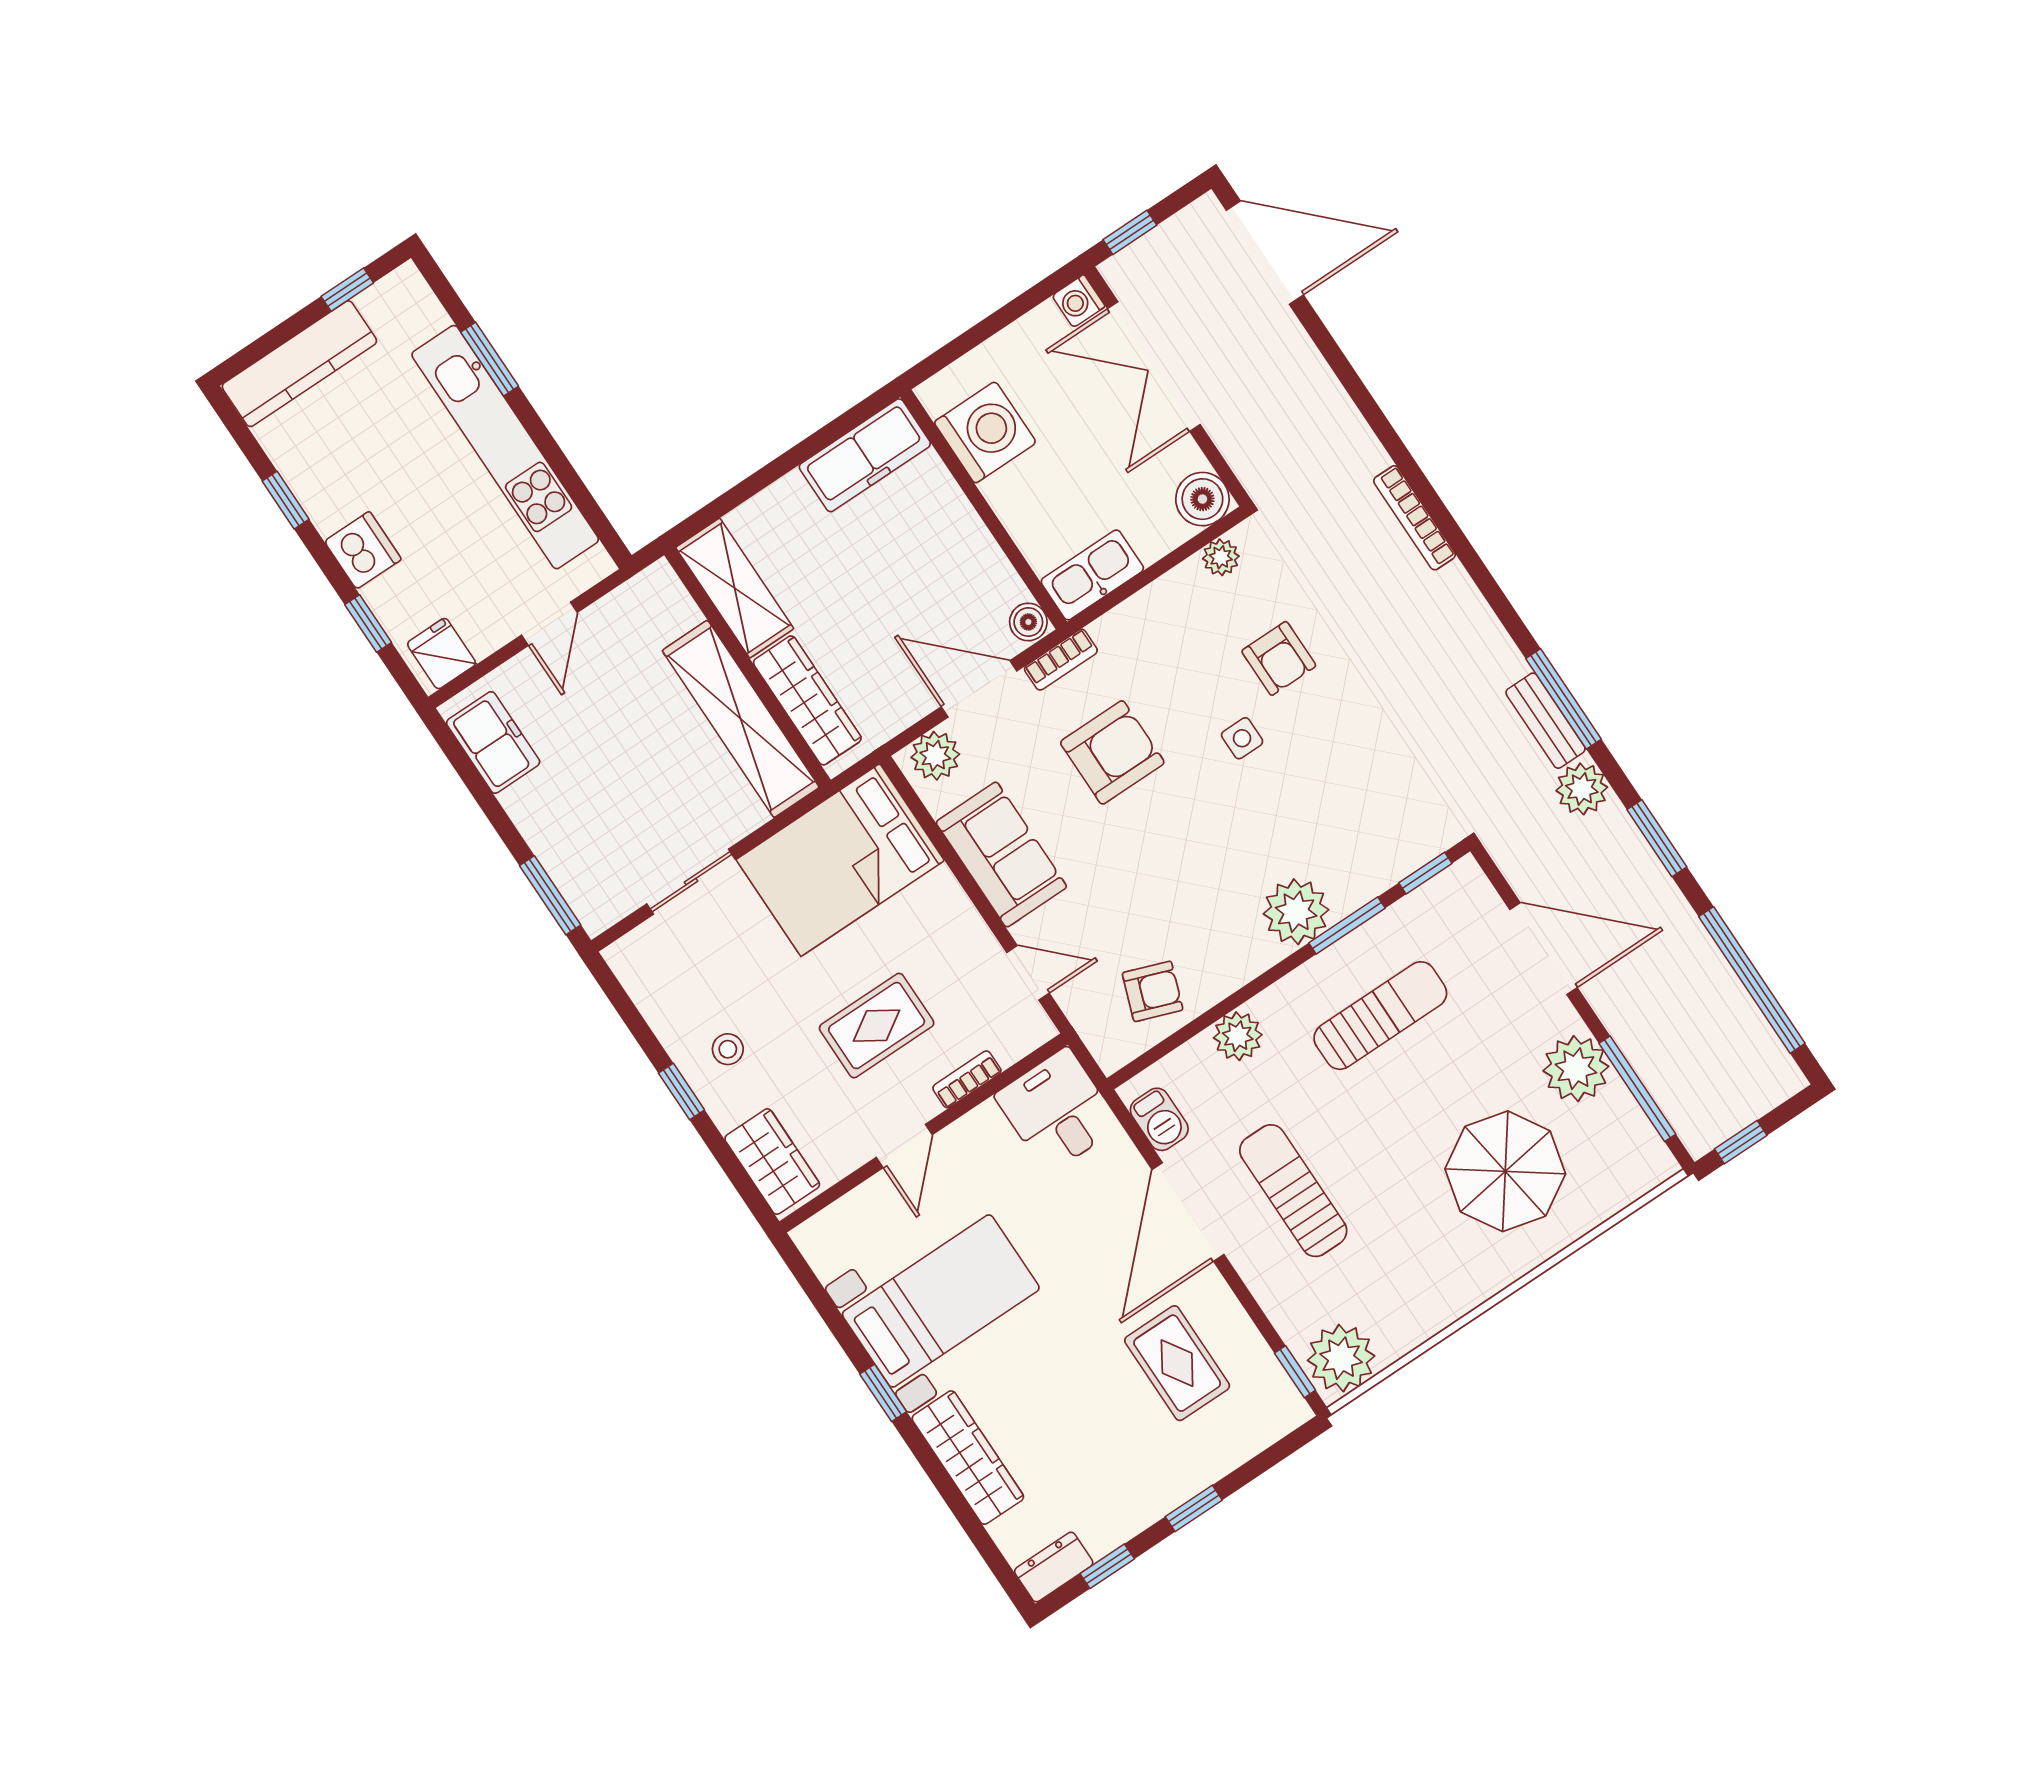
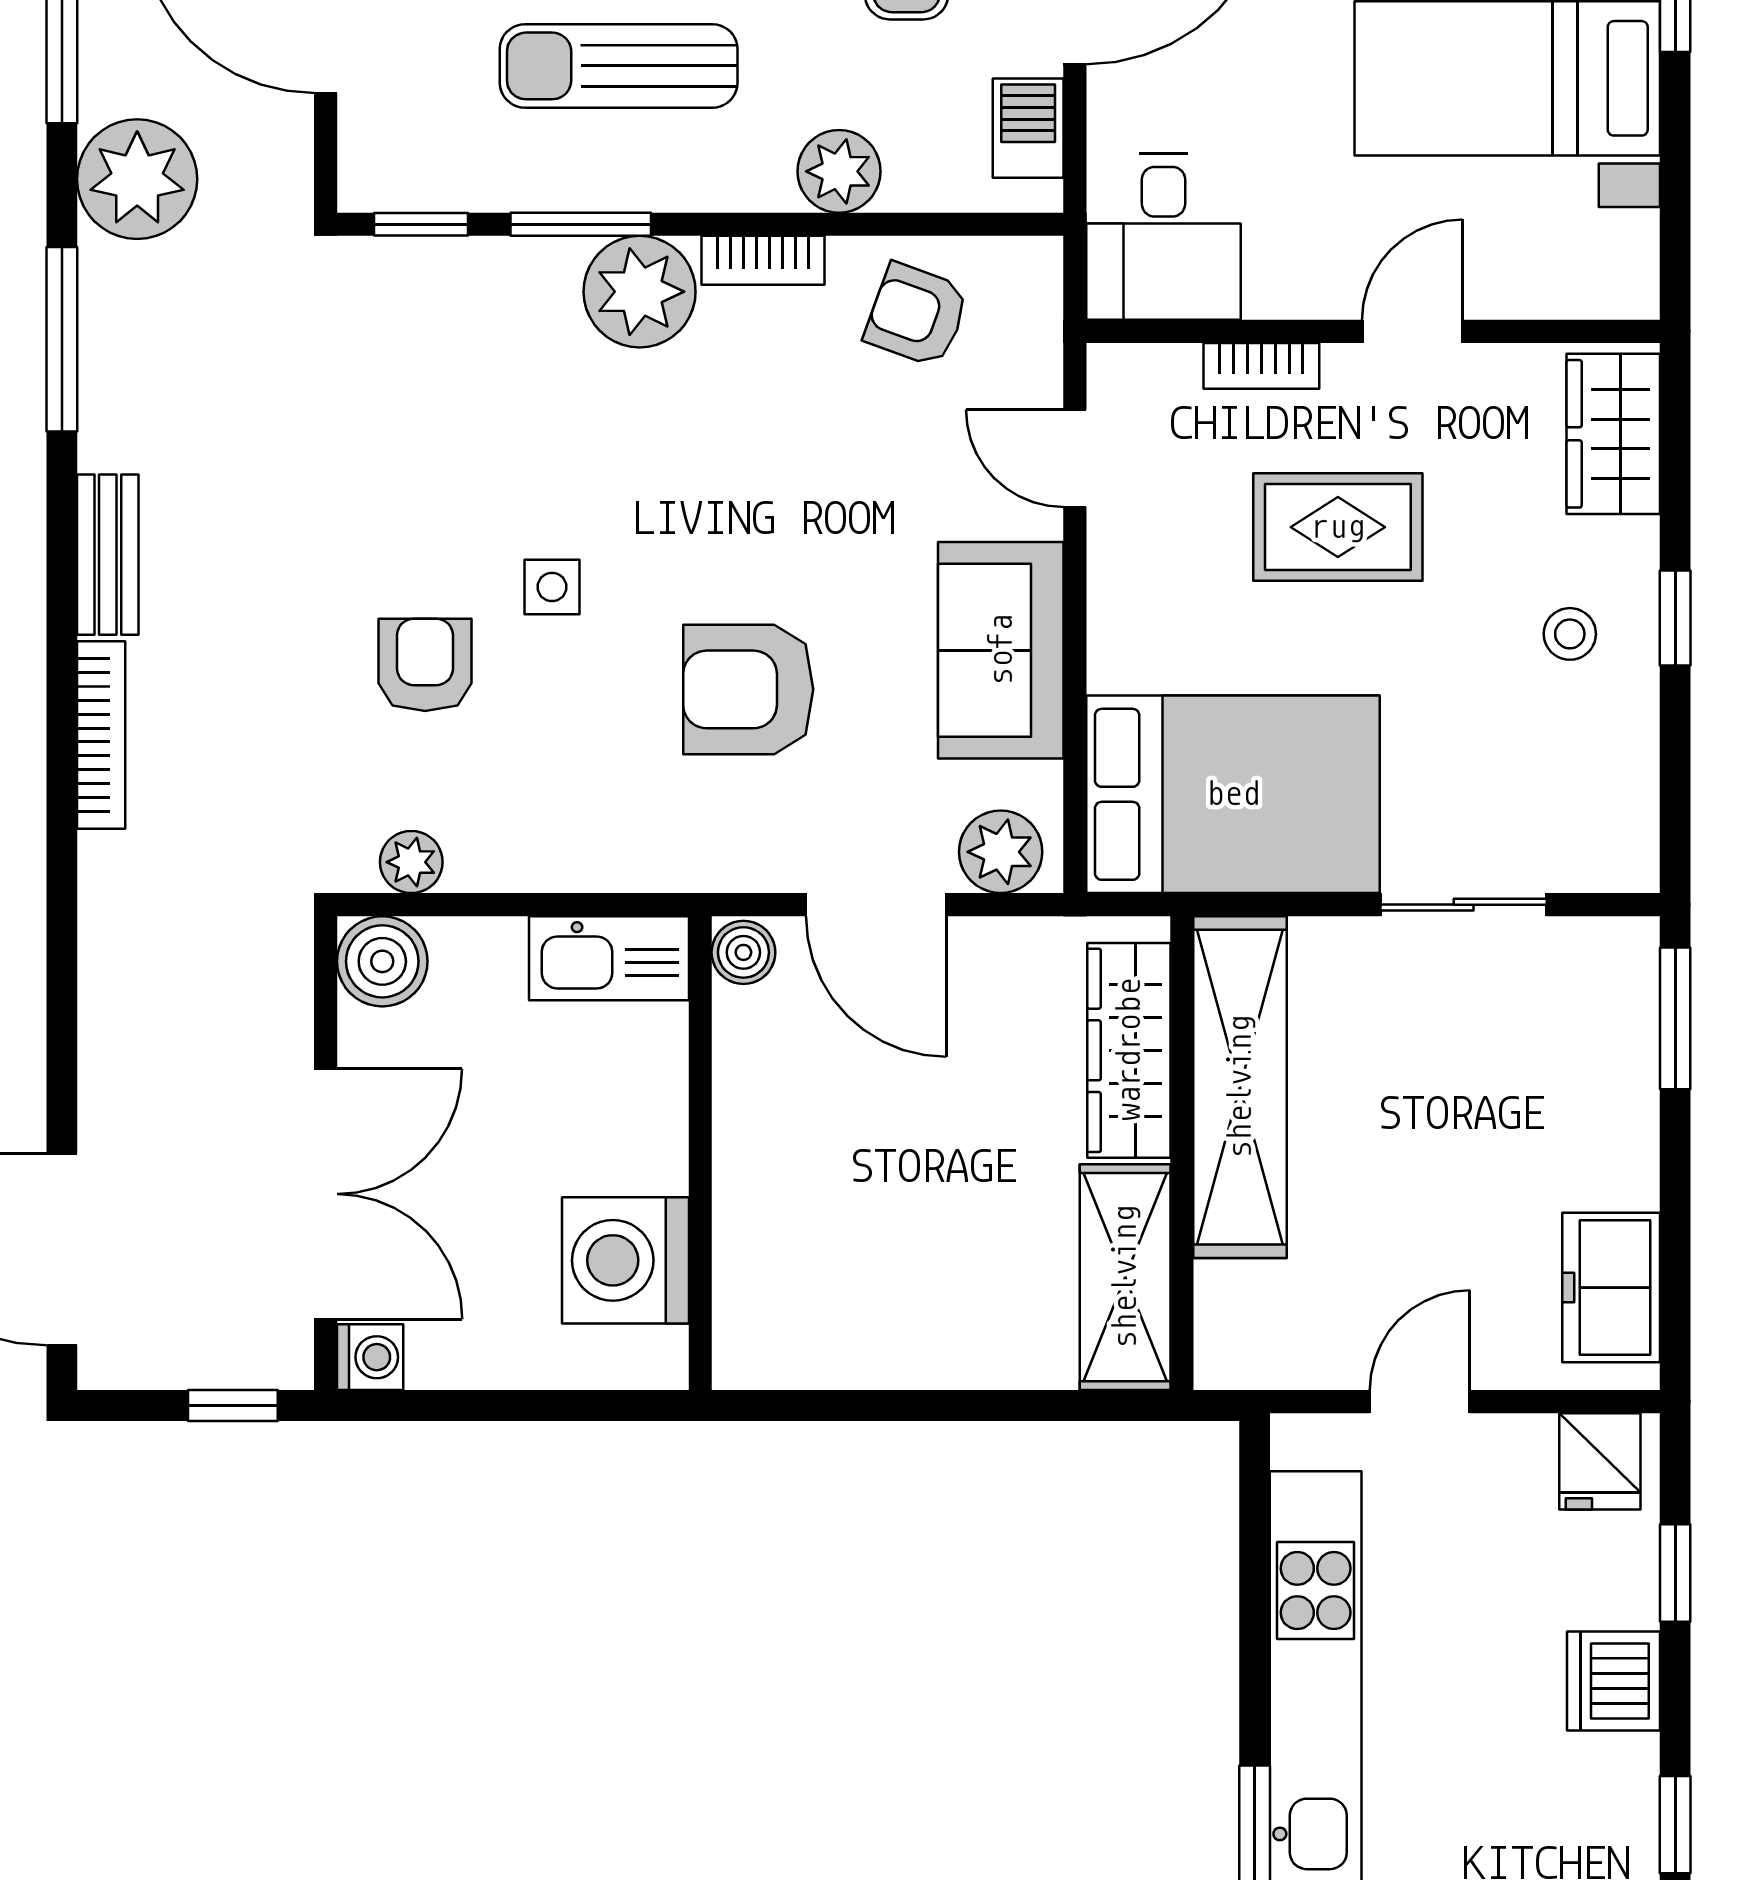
freezer: (865, 455) -> (817, 1342), removed
bookcase: (1061, 660) -> (763, 260), moved, turned 180
bench: (1546, 721) -> (108, 555), moved
plant: (1582, 789) -> (137, 179), width x1.36, depth x1.36

